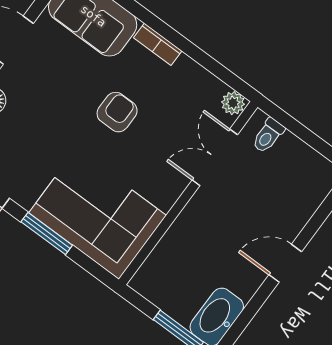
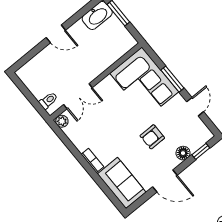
armchair: (117, 112) -> (152, 137), moved

